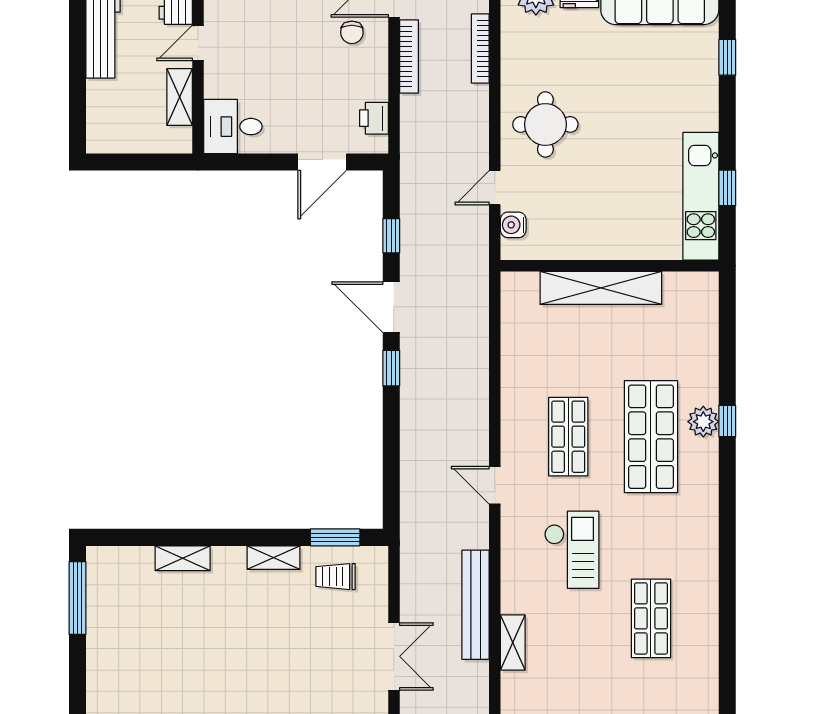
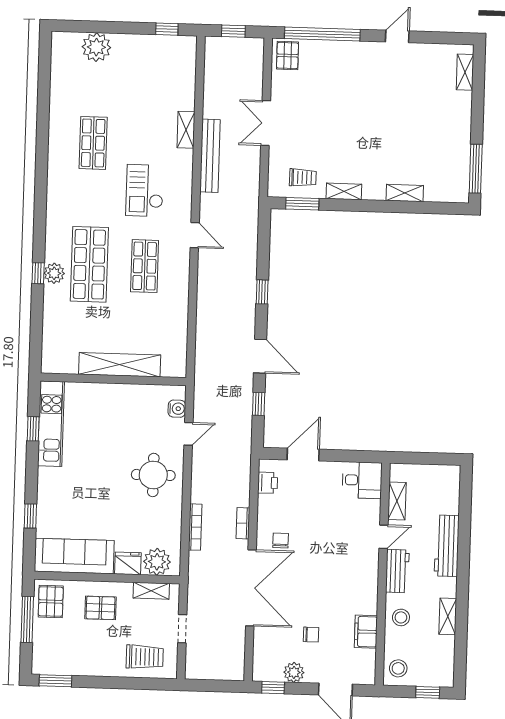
bookcase: (409, 56) -> (243, 523), width x0.64
window: (391, 368) -> (262, 292), moved

